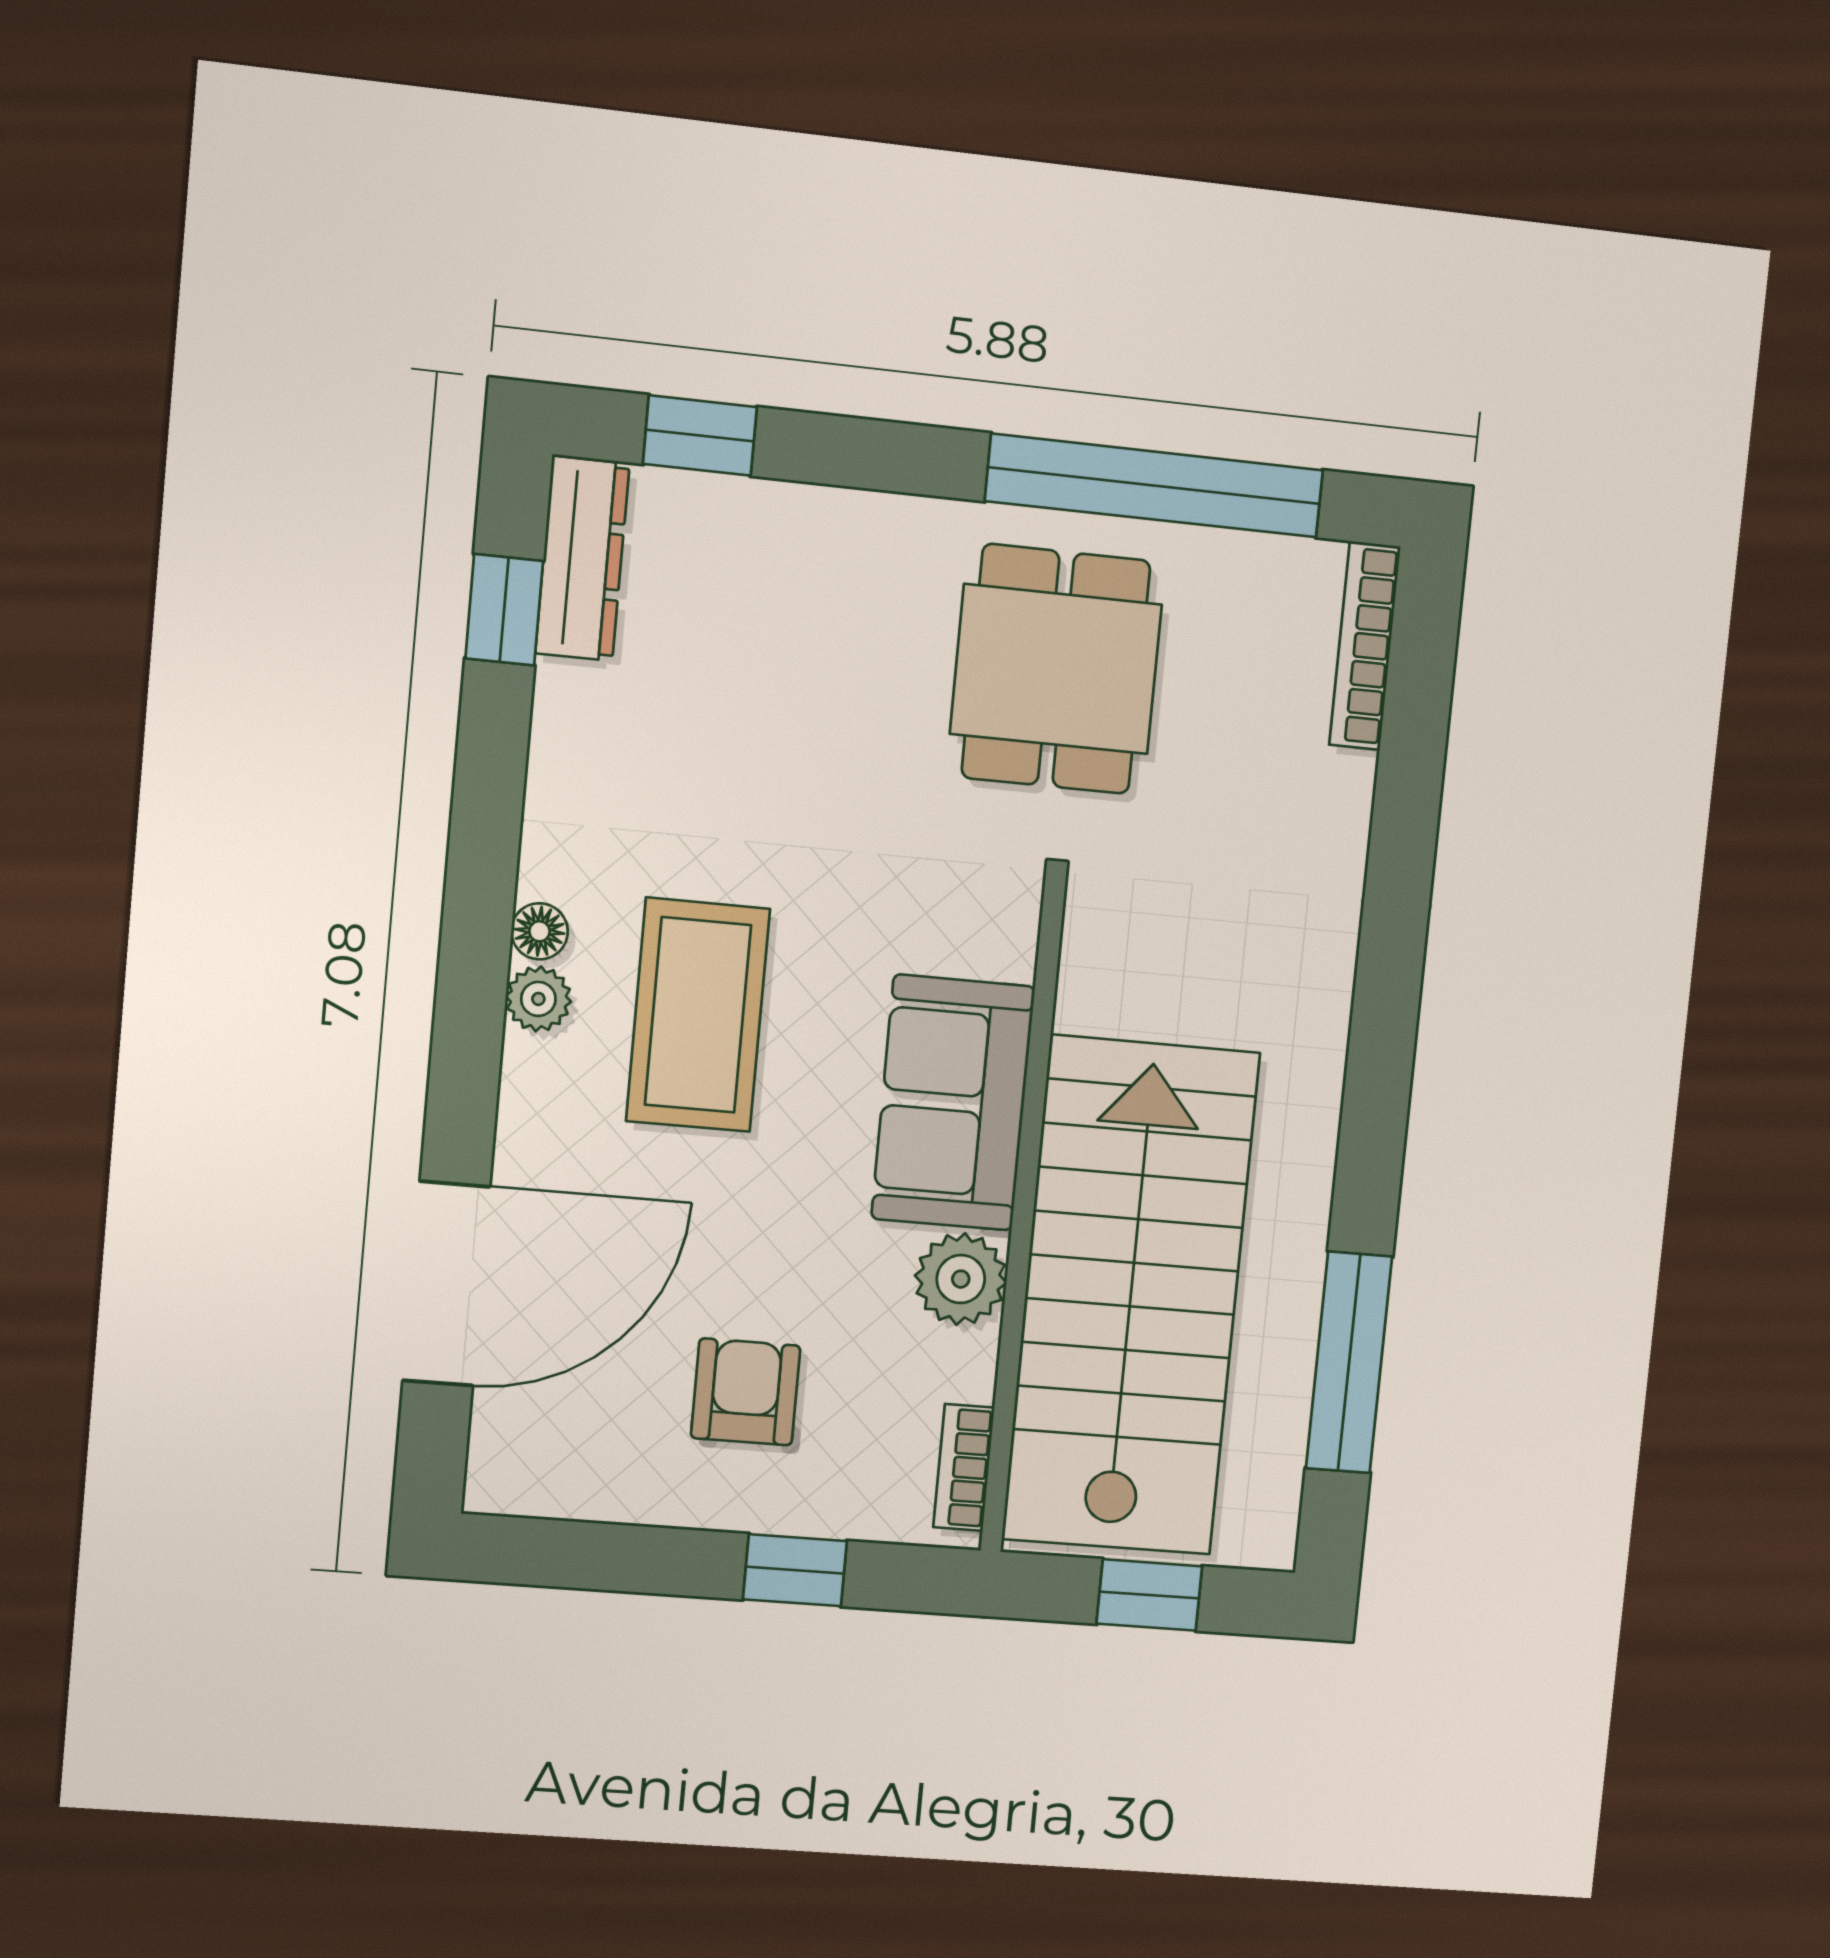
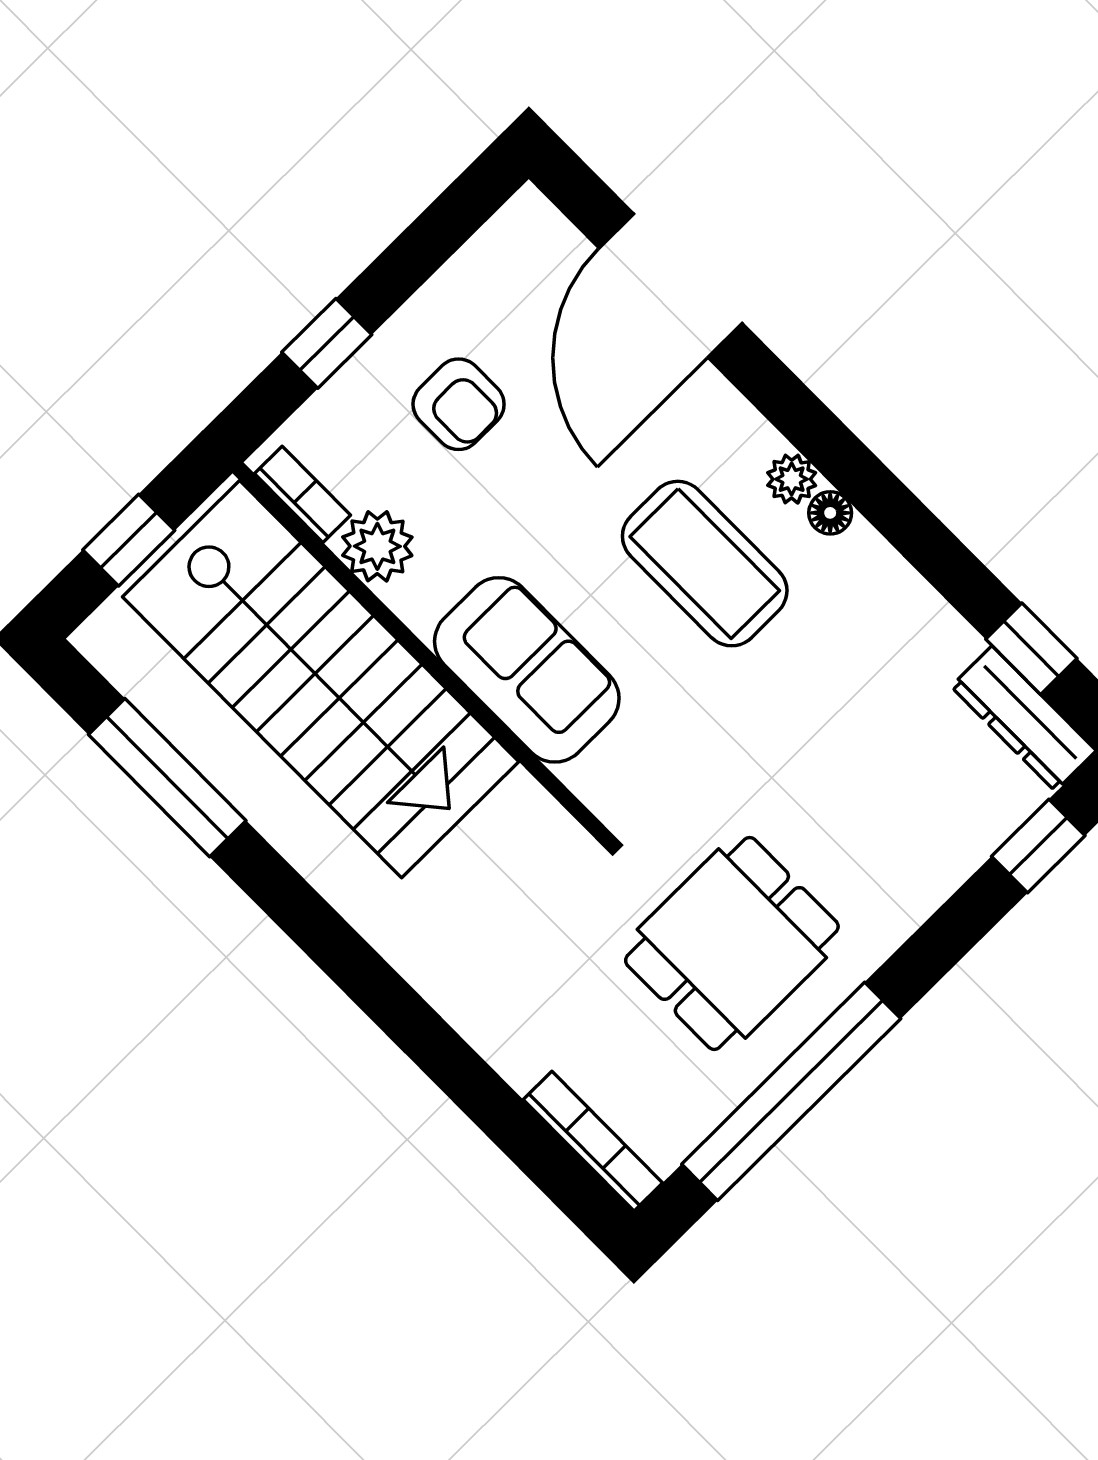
dining table: (1056, 669) -> (732, 944), turned 90
plant: (961, 1279) -> (377, 546), moved

